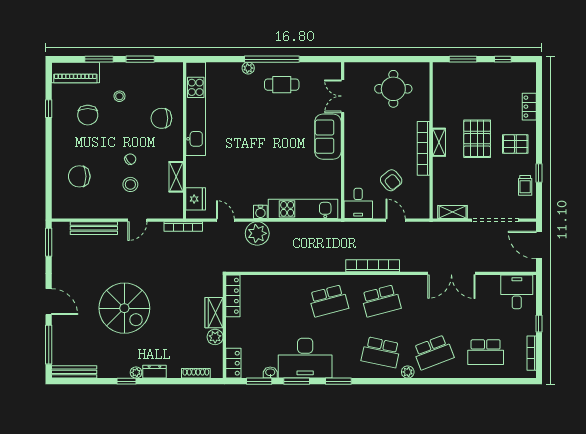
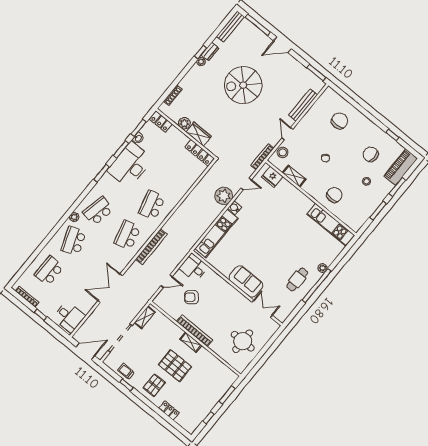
kitchen unit: (196, 109) -> (331, 225), width x0.73
stool: (130, 184) -> (283, 152), moved
dresser: (154, 372) -> (210, 51), moved

